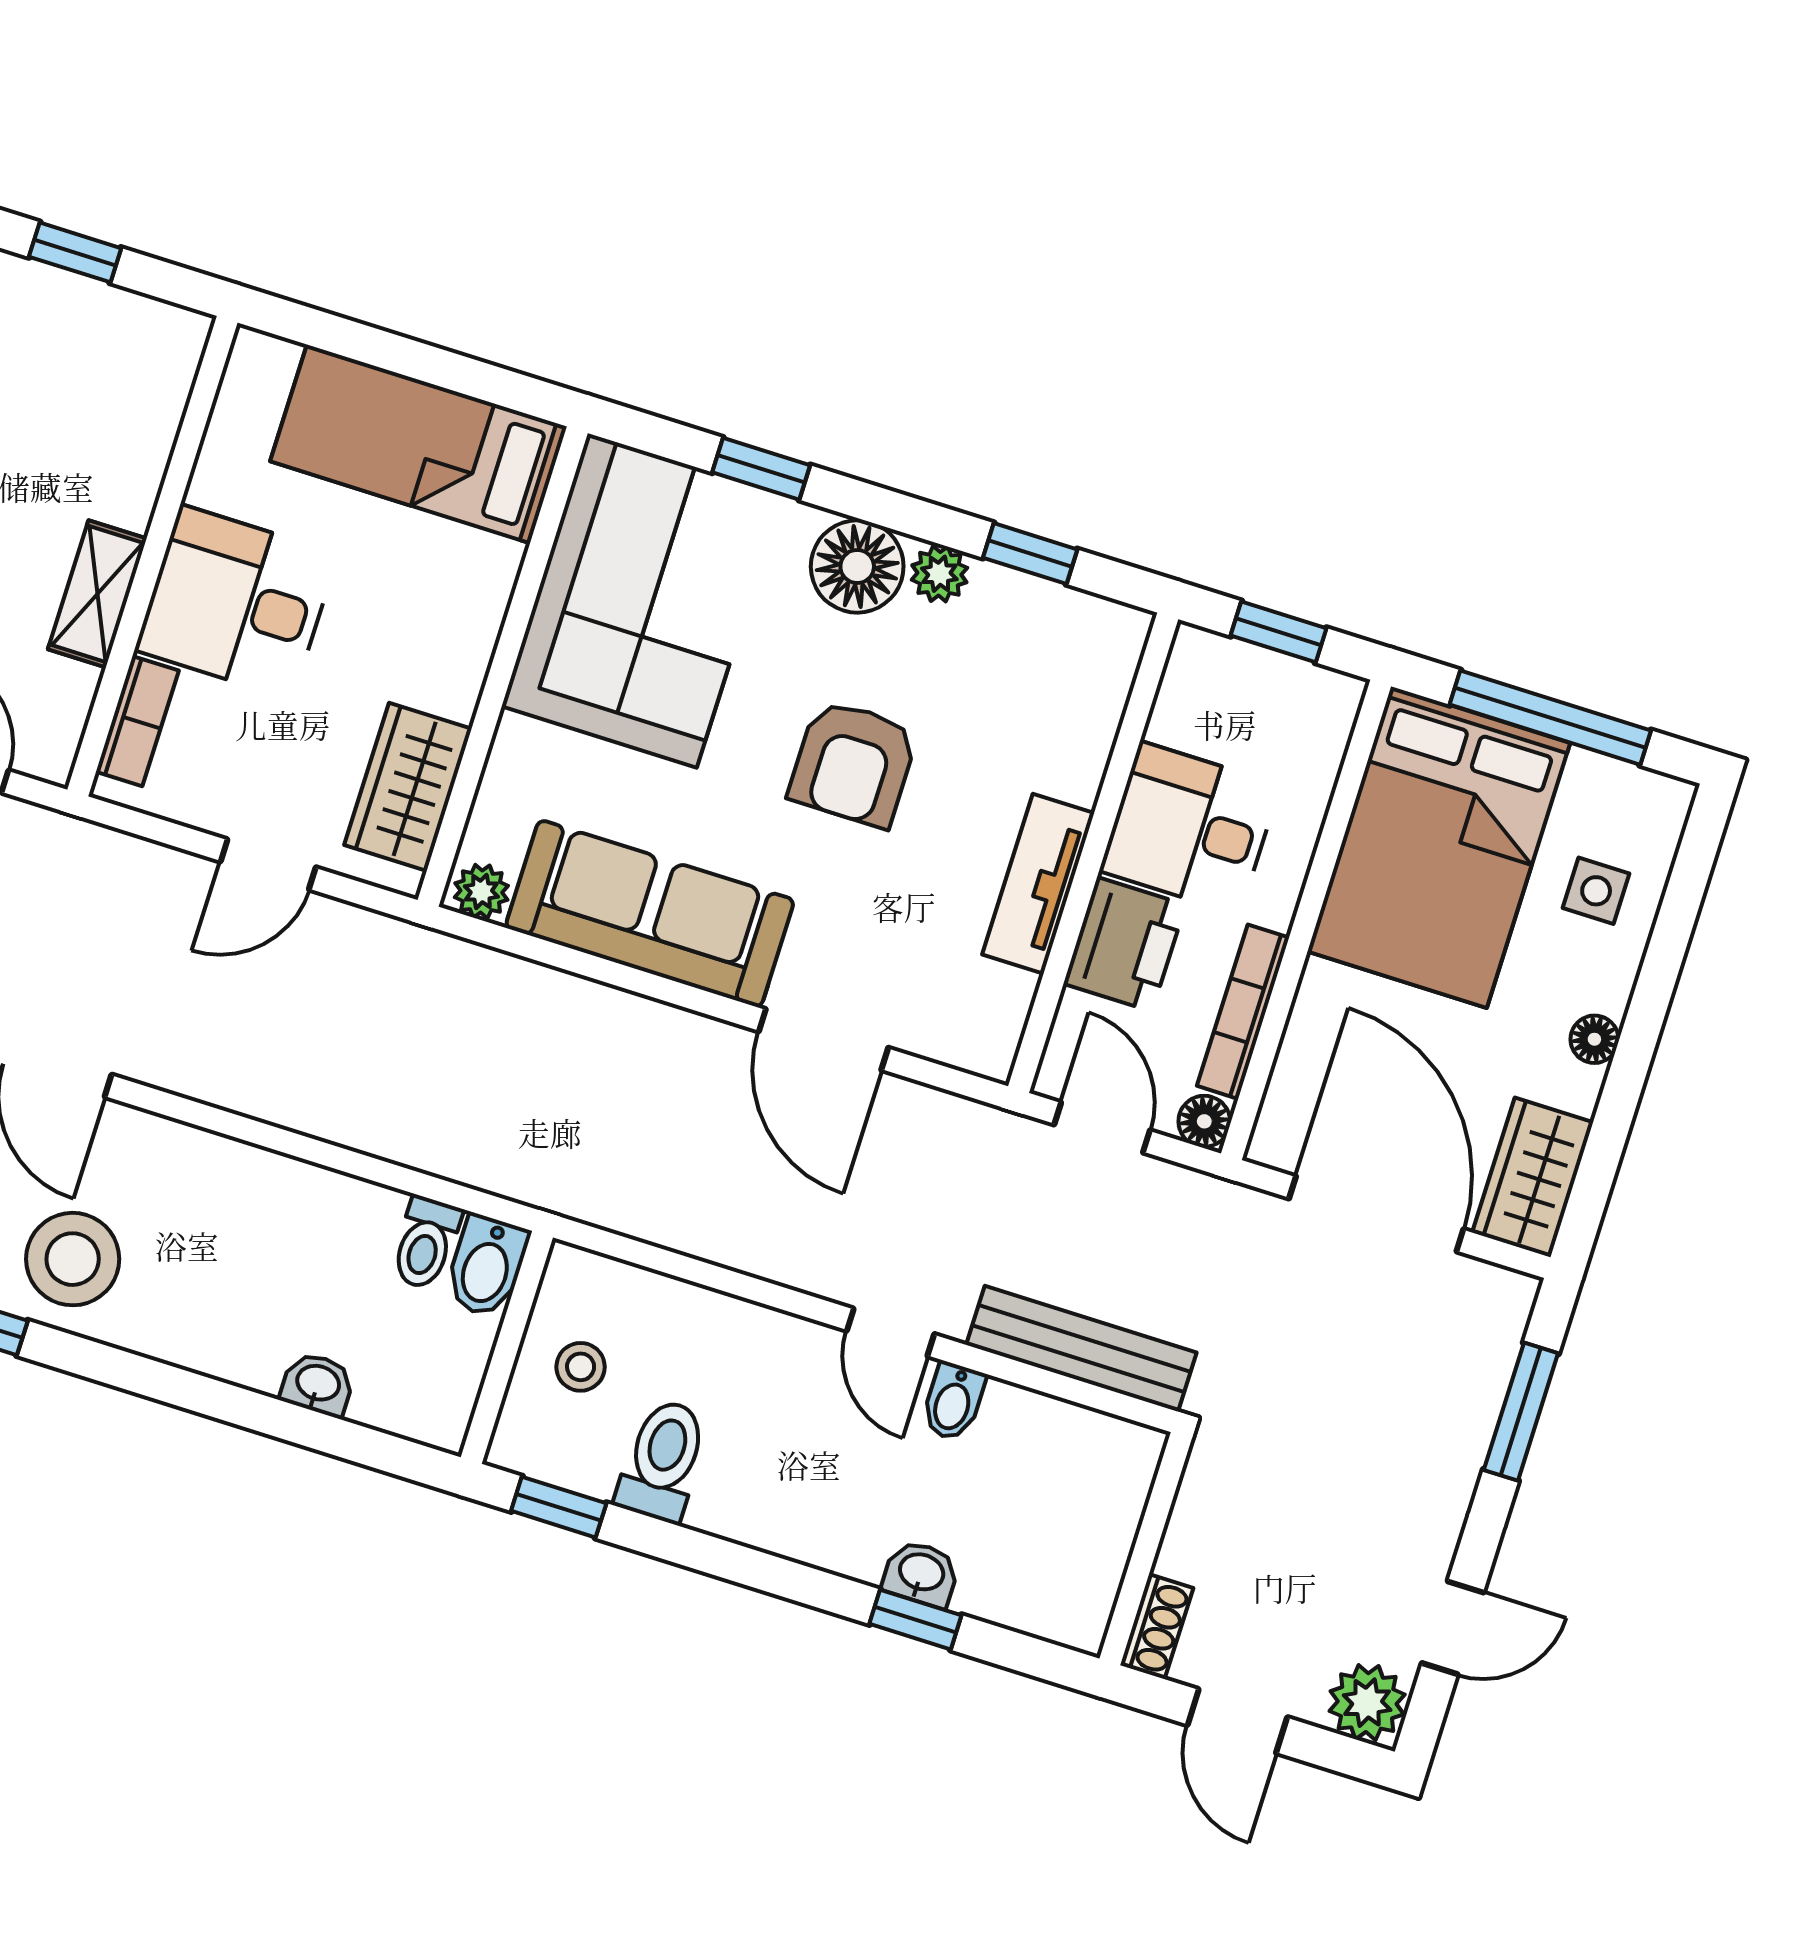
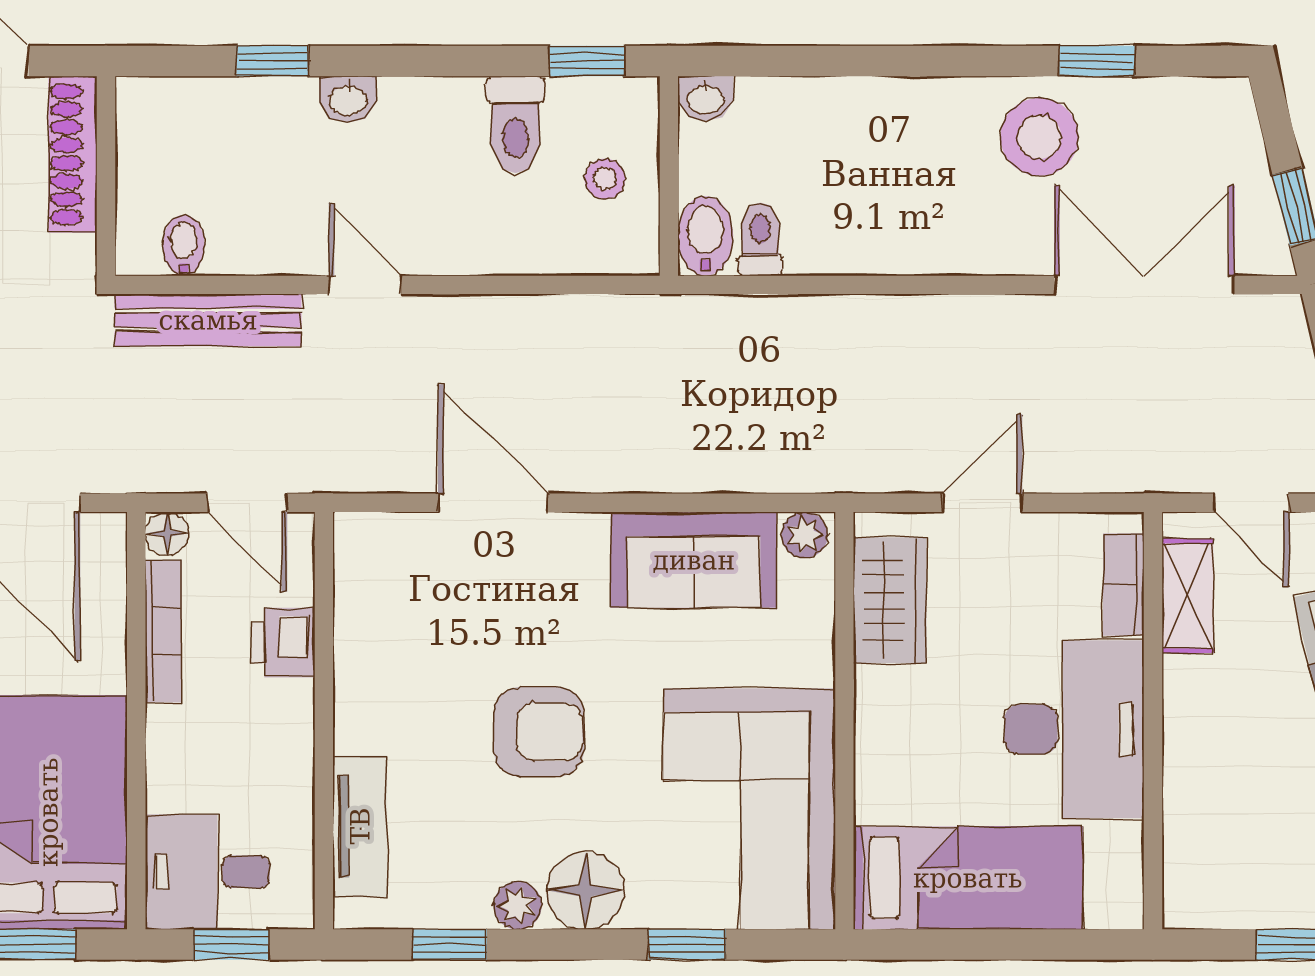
shelving: (97, 594) -> (1188, 596), moved
desk: (236, 602) -> (1074, 729), width x1.37
armchair: (853, 763) -> (539, 732), turned 90
desk: (1190, 828) -> (207, 872), moved, turned 180
tv unit: (1038, 884) -> (360, 826), moved
sofa: (650, 914) -> (694, 560), width x0.73
printer: (1124, 944) -> (283, 643), width x0.73, depth x0.81
washbasin: (318, 1384) -> (706, 98), moved
bidet: (953, 1402) -> (184, 245), moved
washbasin: (921, 1573) -> (348, 99), moved
shoe rack: (1157, 1627) -> (73, 154), width x1.94, depth x1.24

